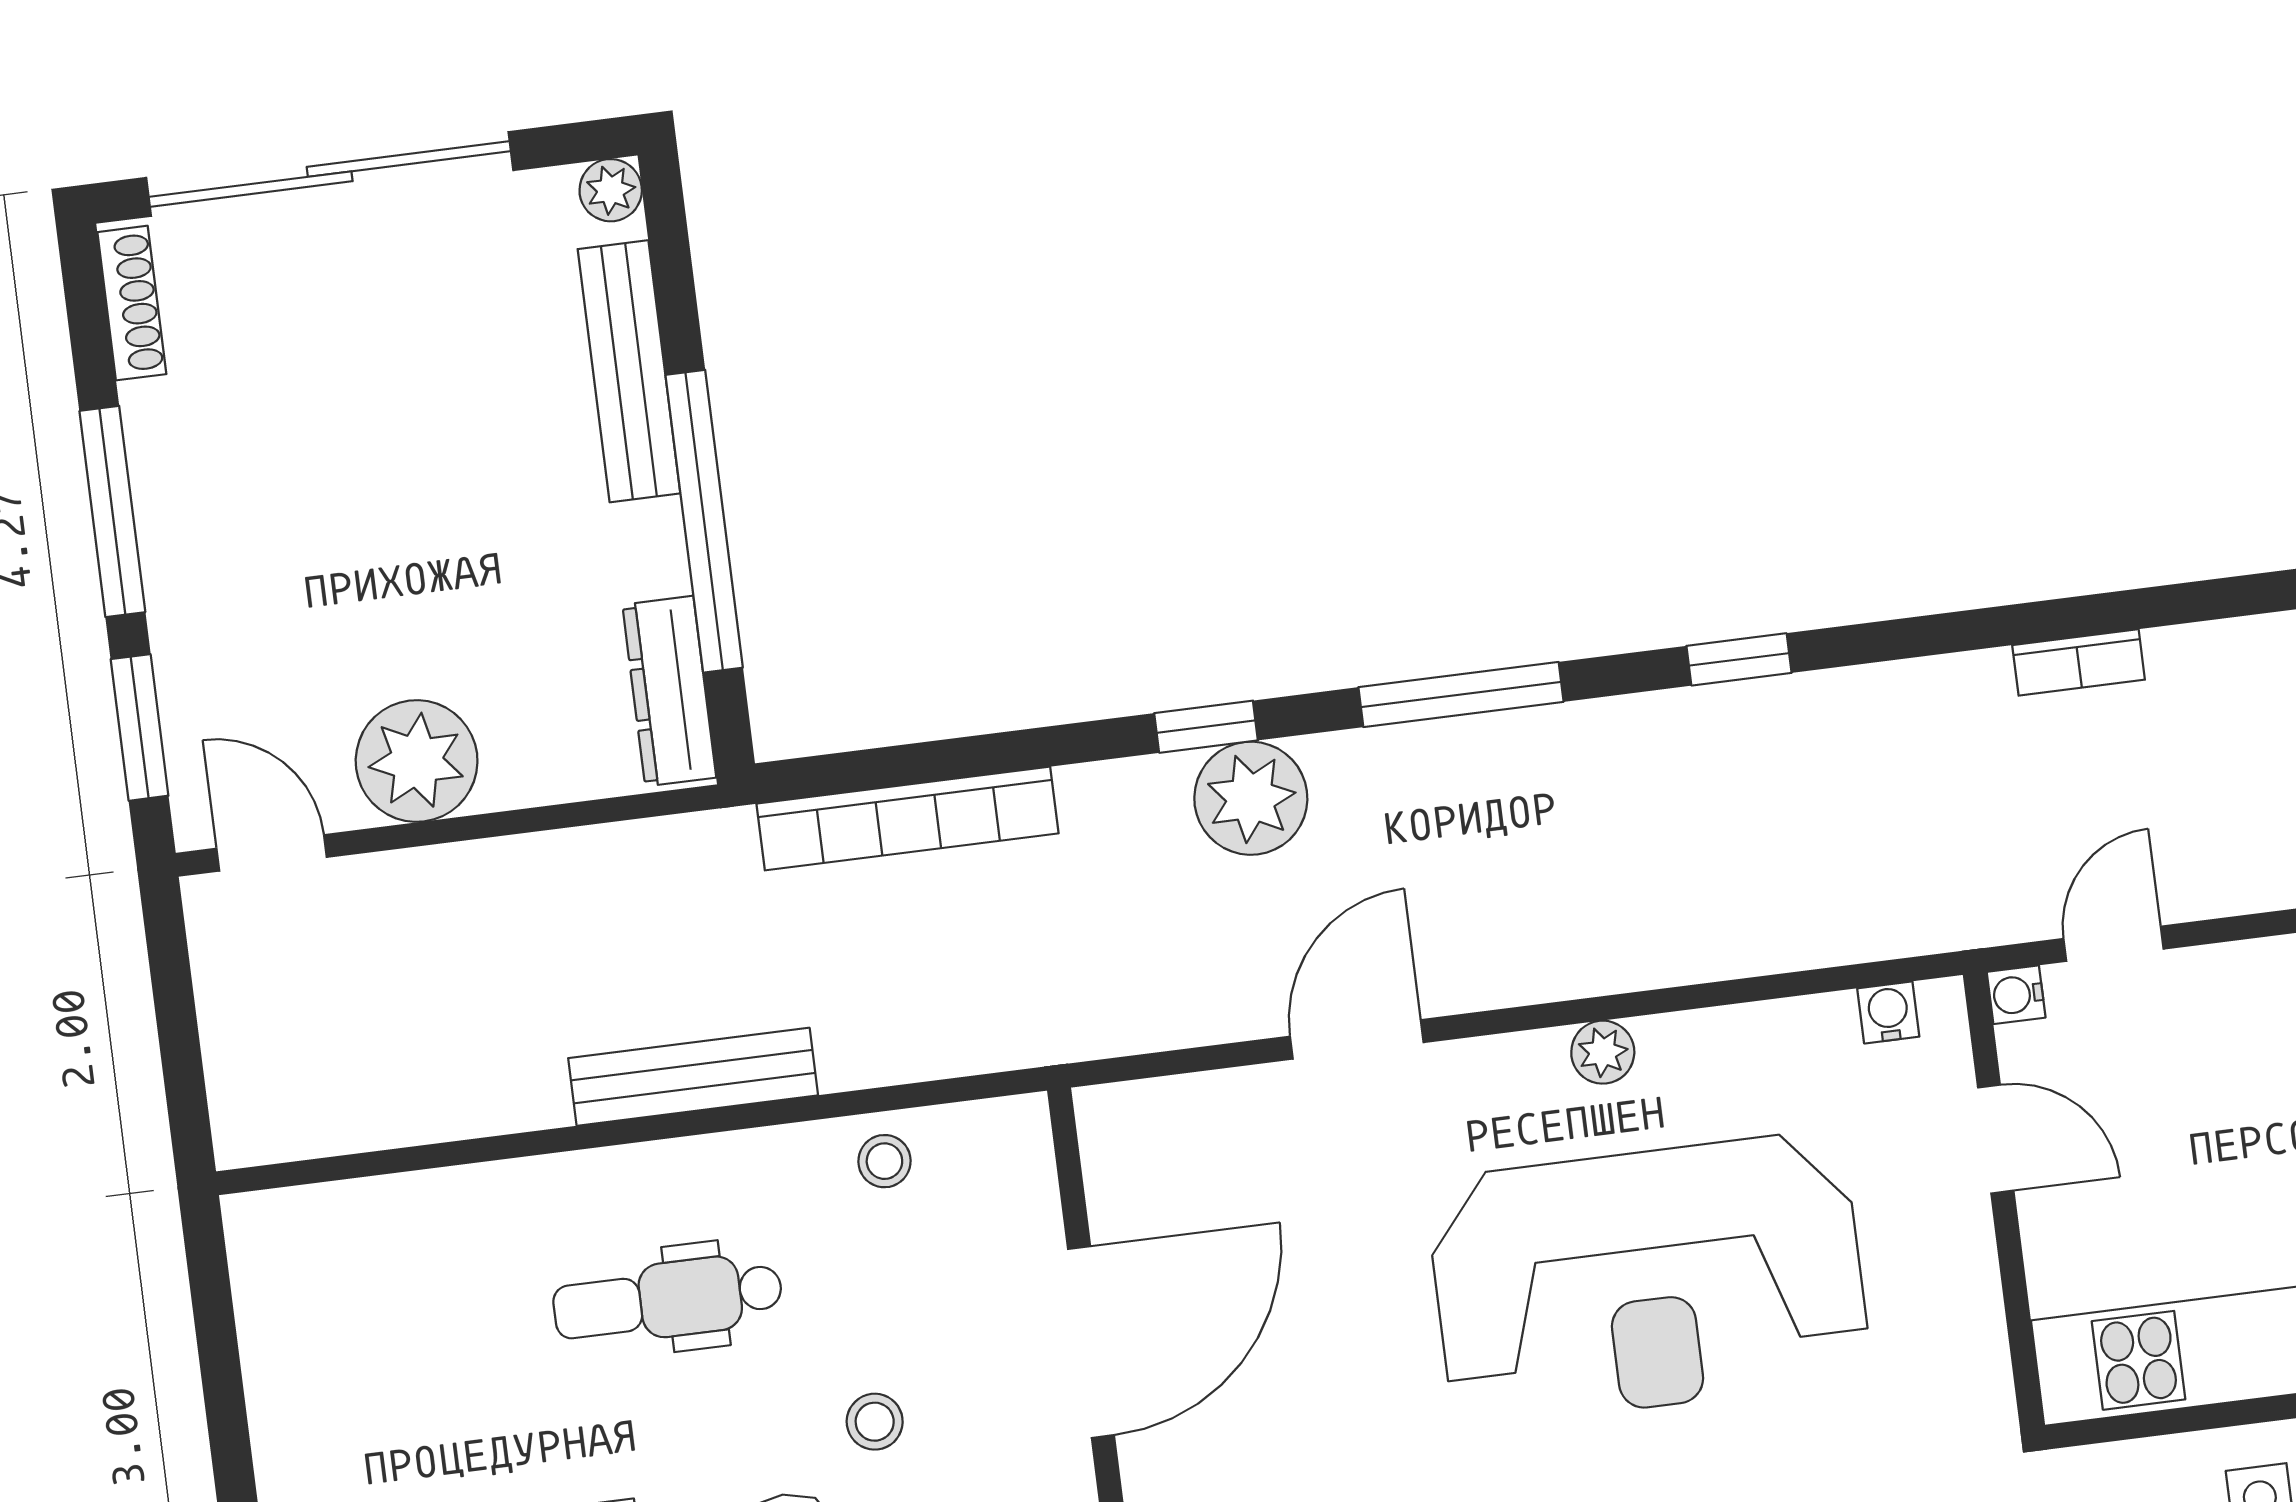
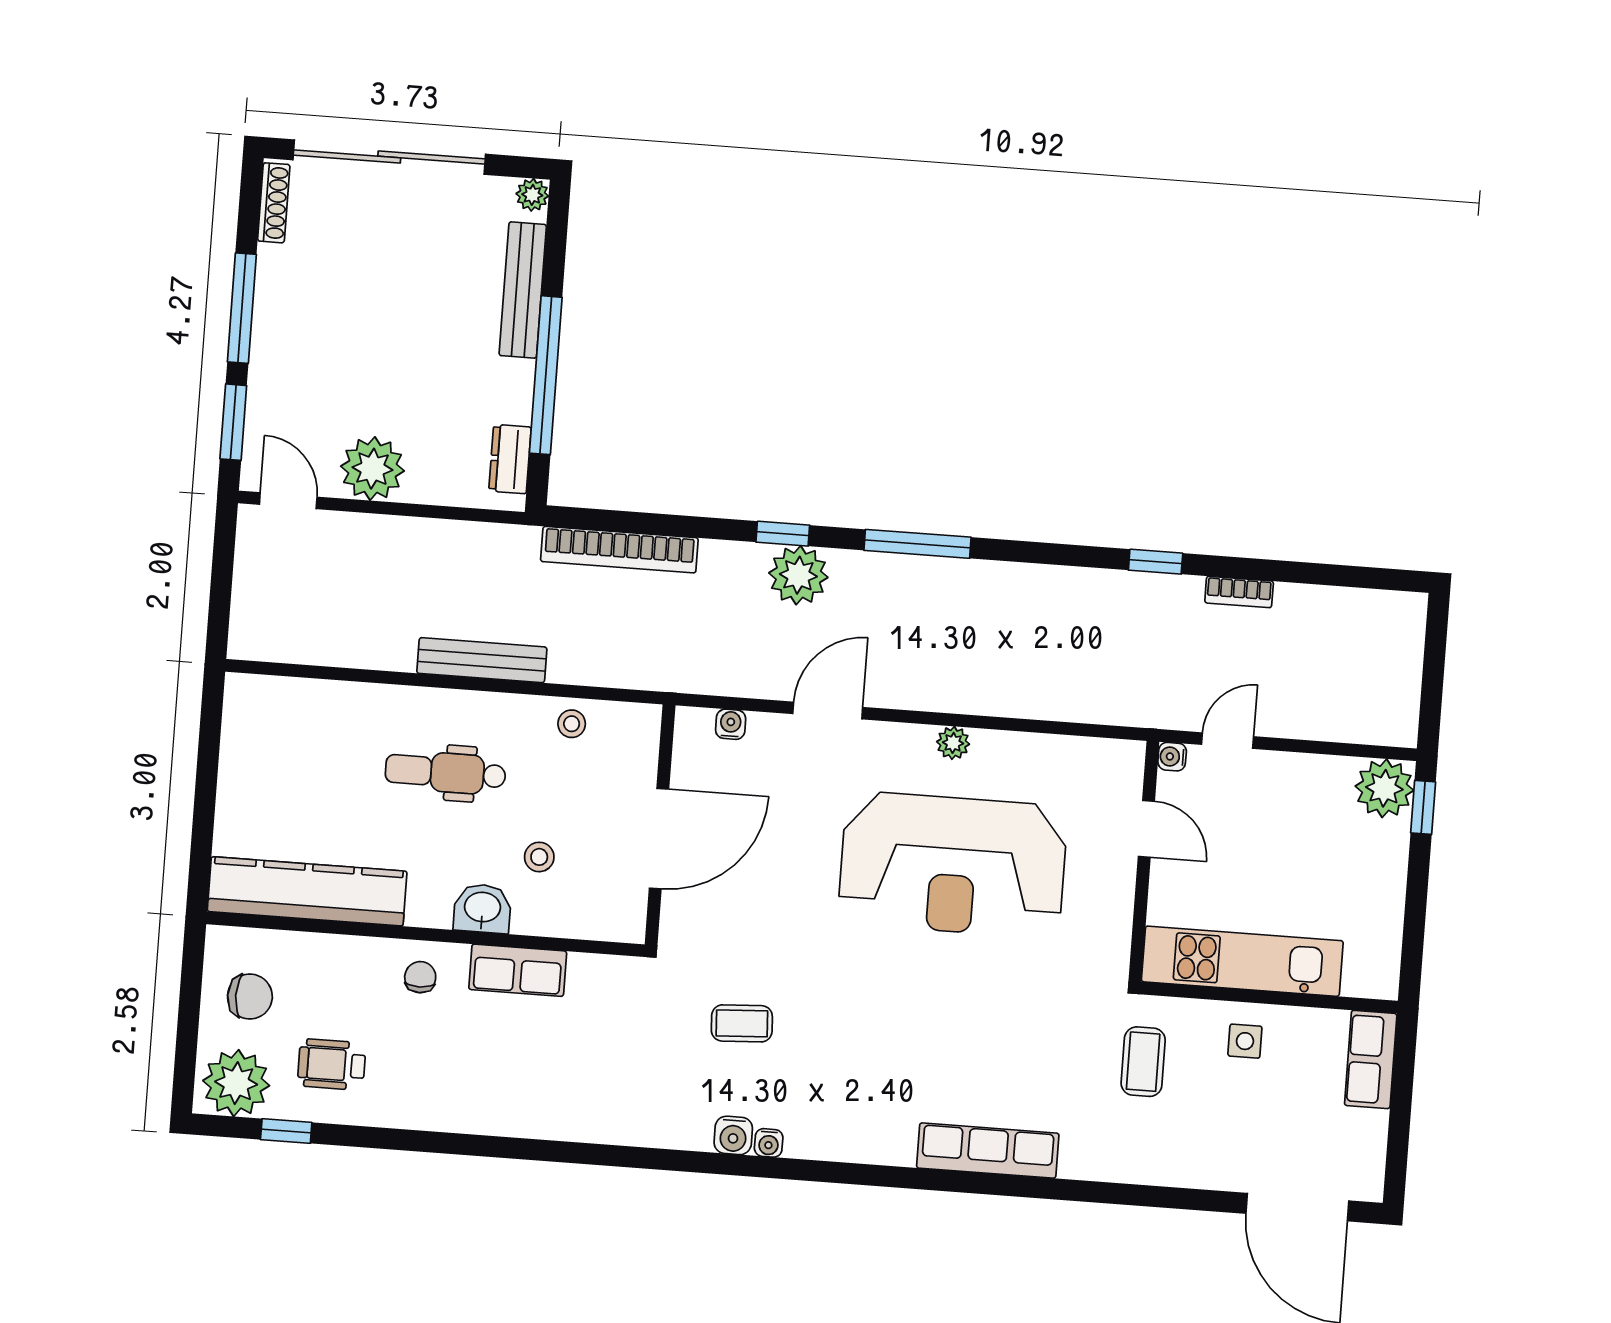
window: (1739, 659) -> (1156, 562), moved
dresser: (669, 691) -> (510, 459), width x0.70
water cooler: (1888, 1012) -> (731, 724), moved

